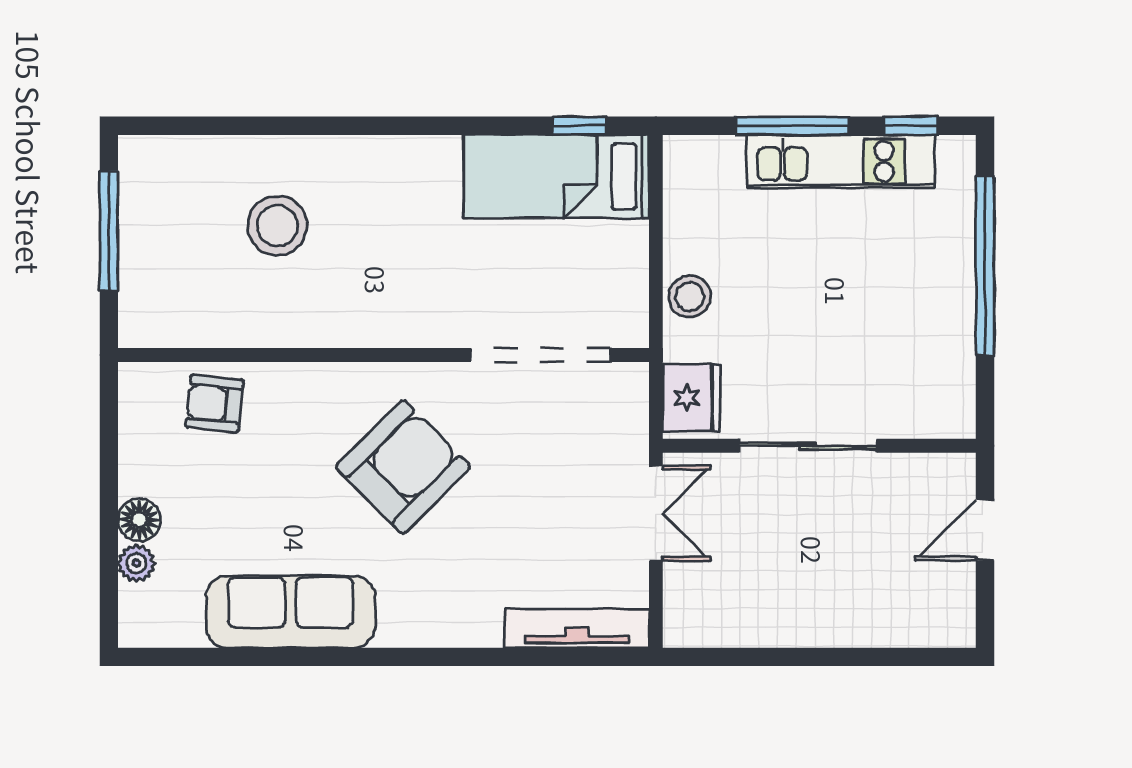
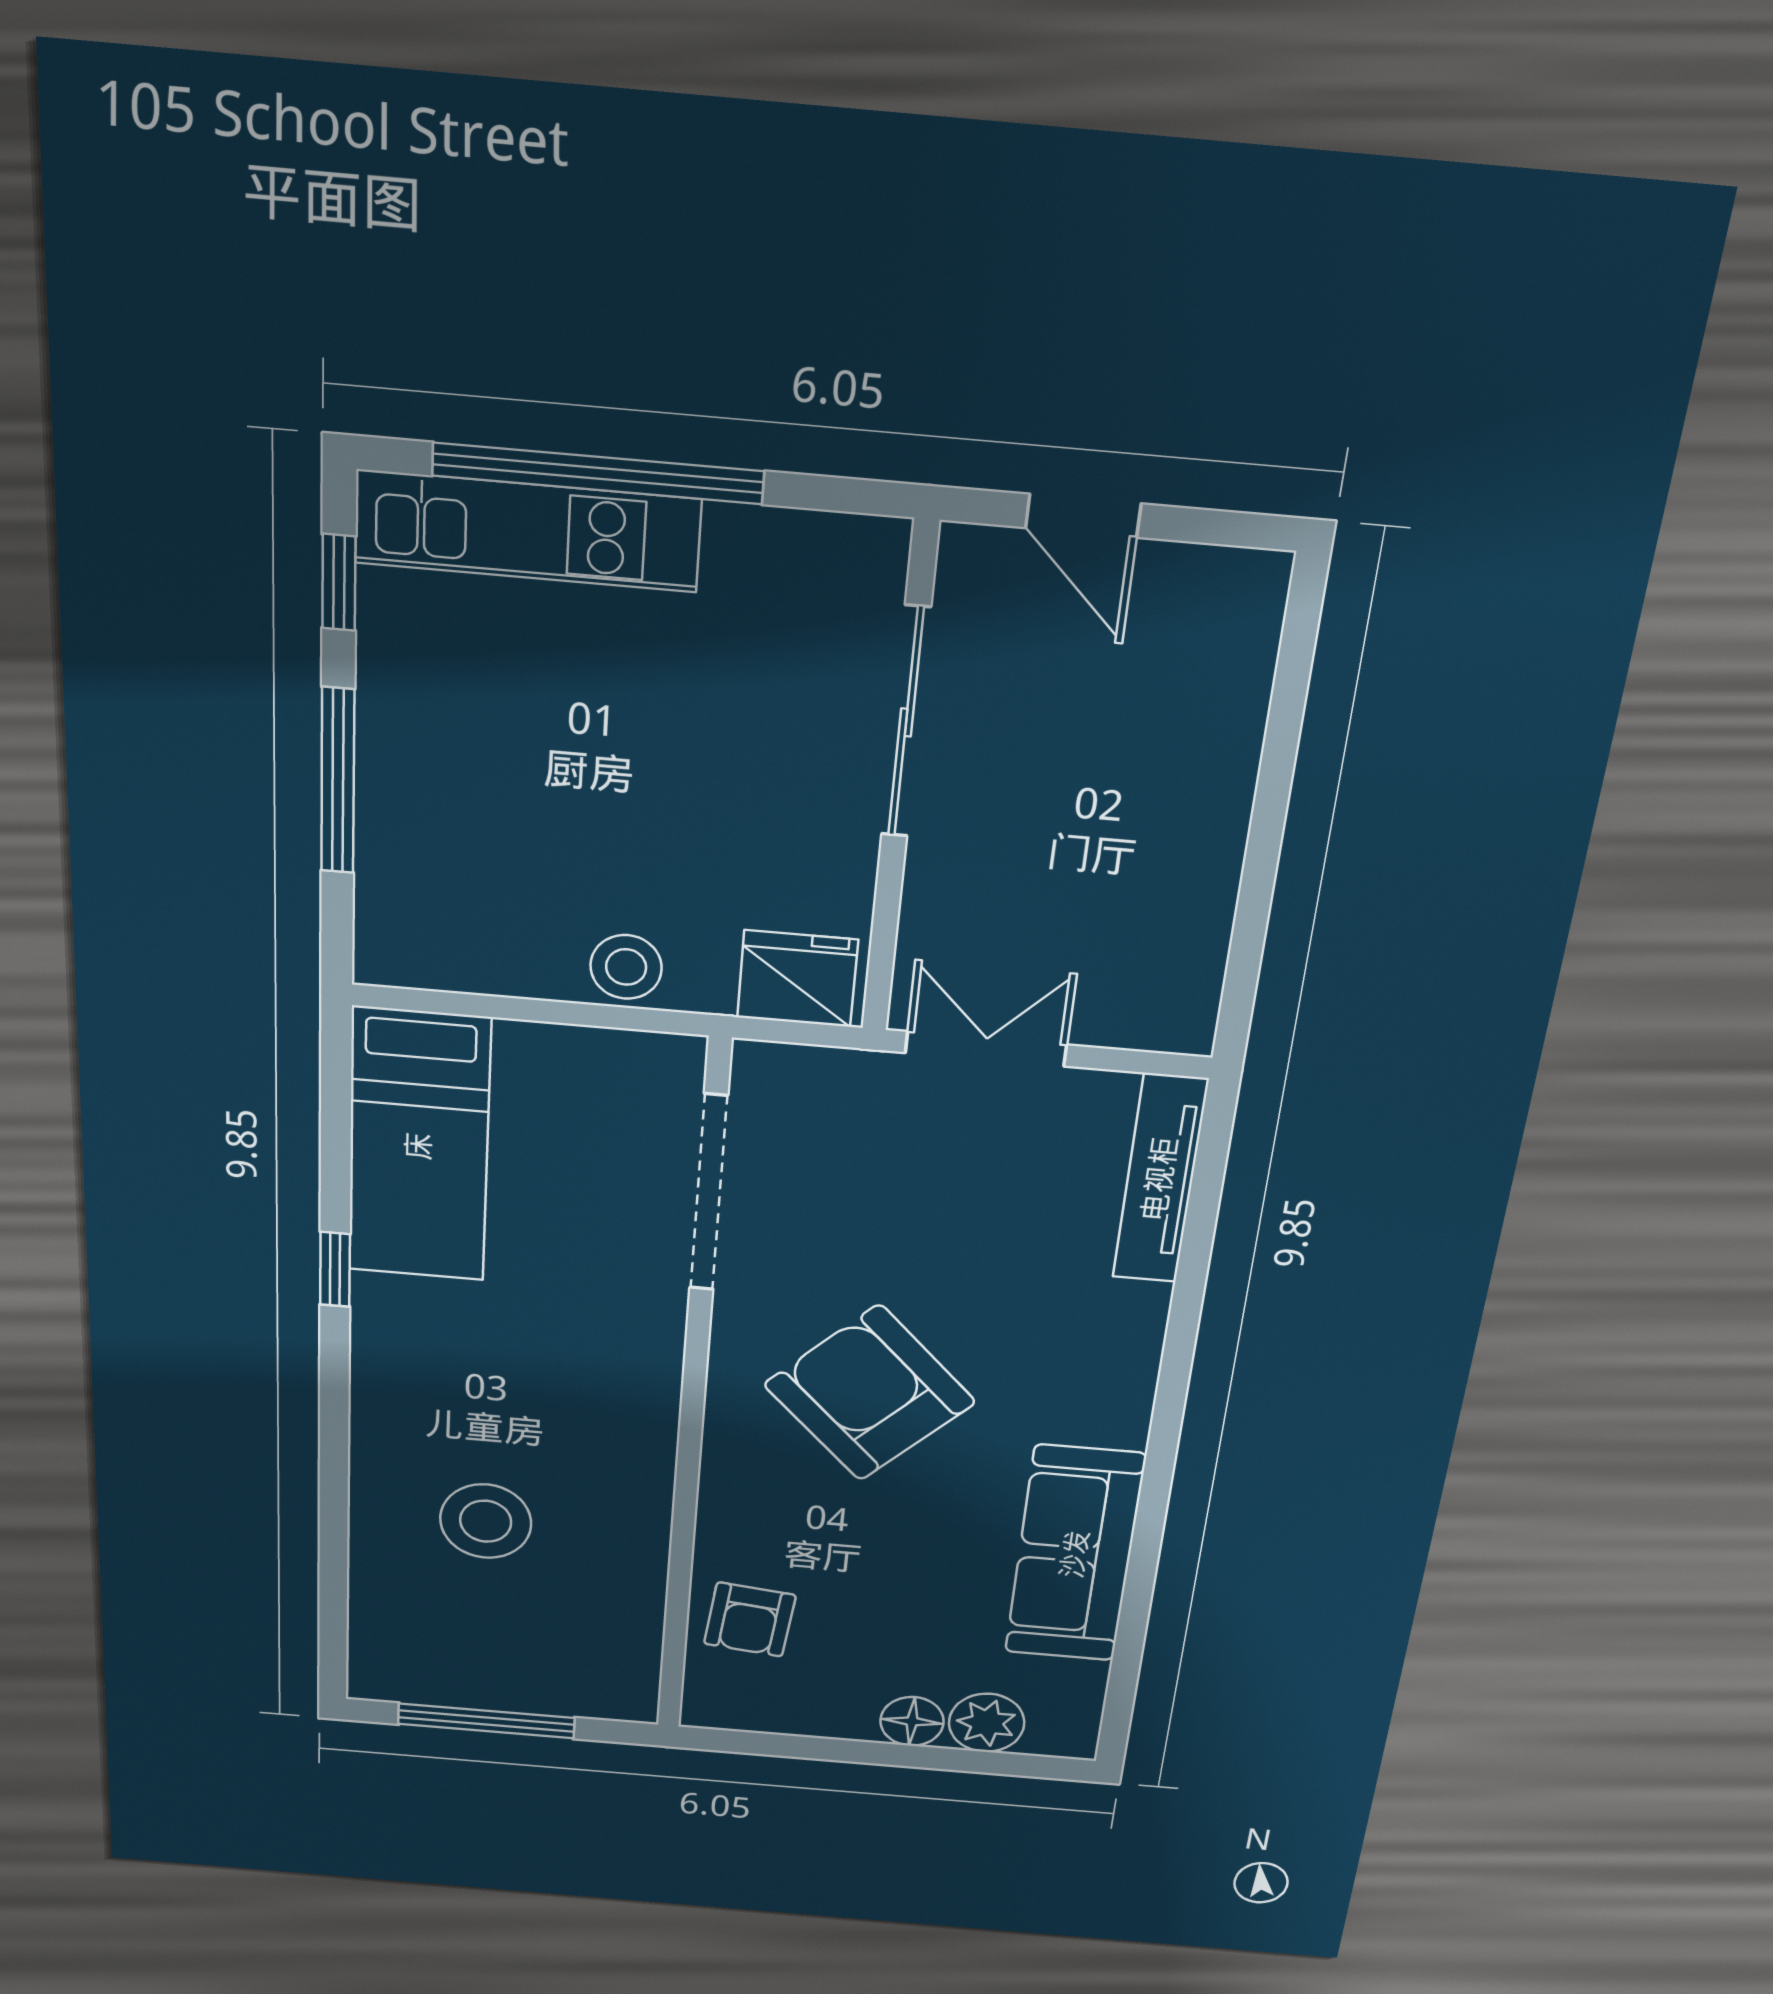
window: (580, 126) -> (335, 1269), moved
kitchen unit: (841, 161) -> (527, 531), moved, turned 90
sliding door: (808, 446) -> (906, 722), moved
plant: (136, 563) -> (987, 1723), width x1.38, depth x1.38

